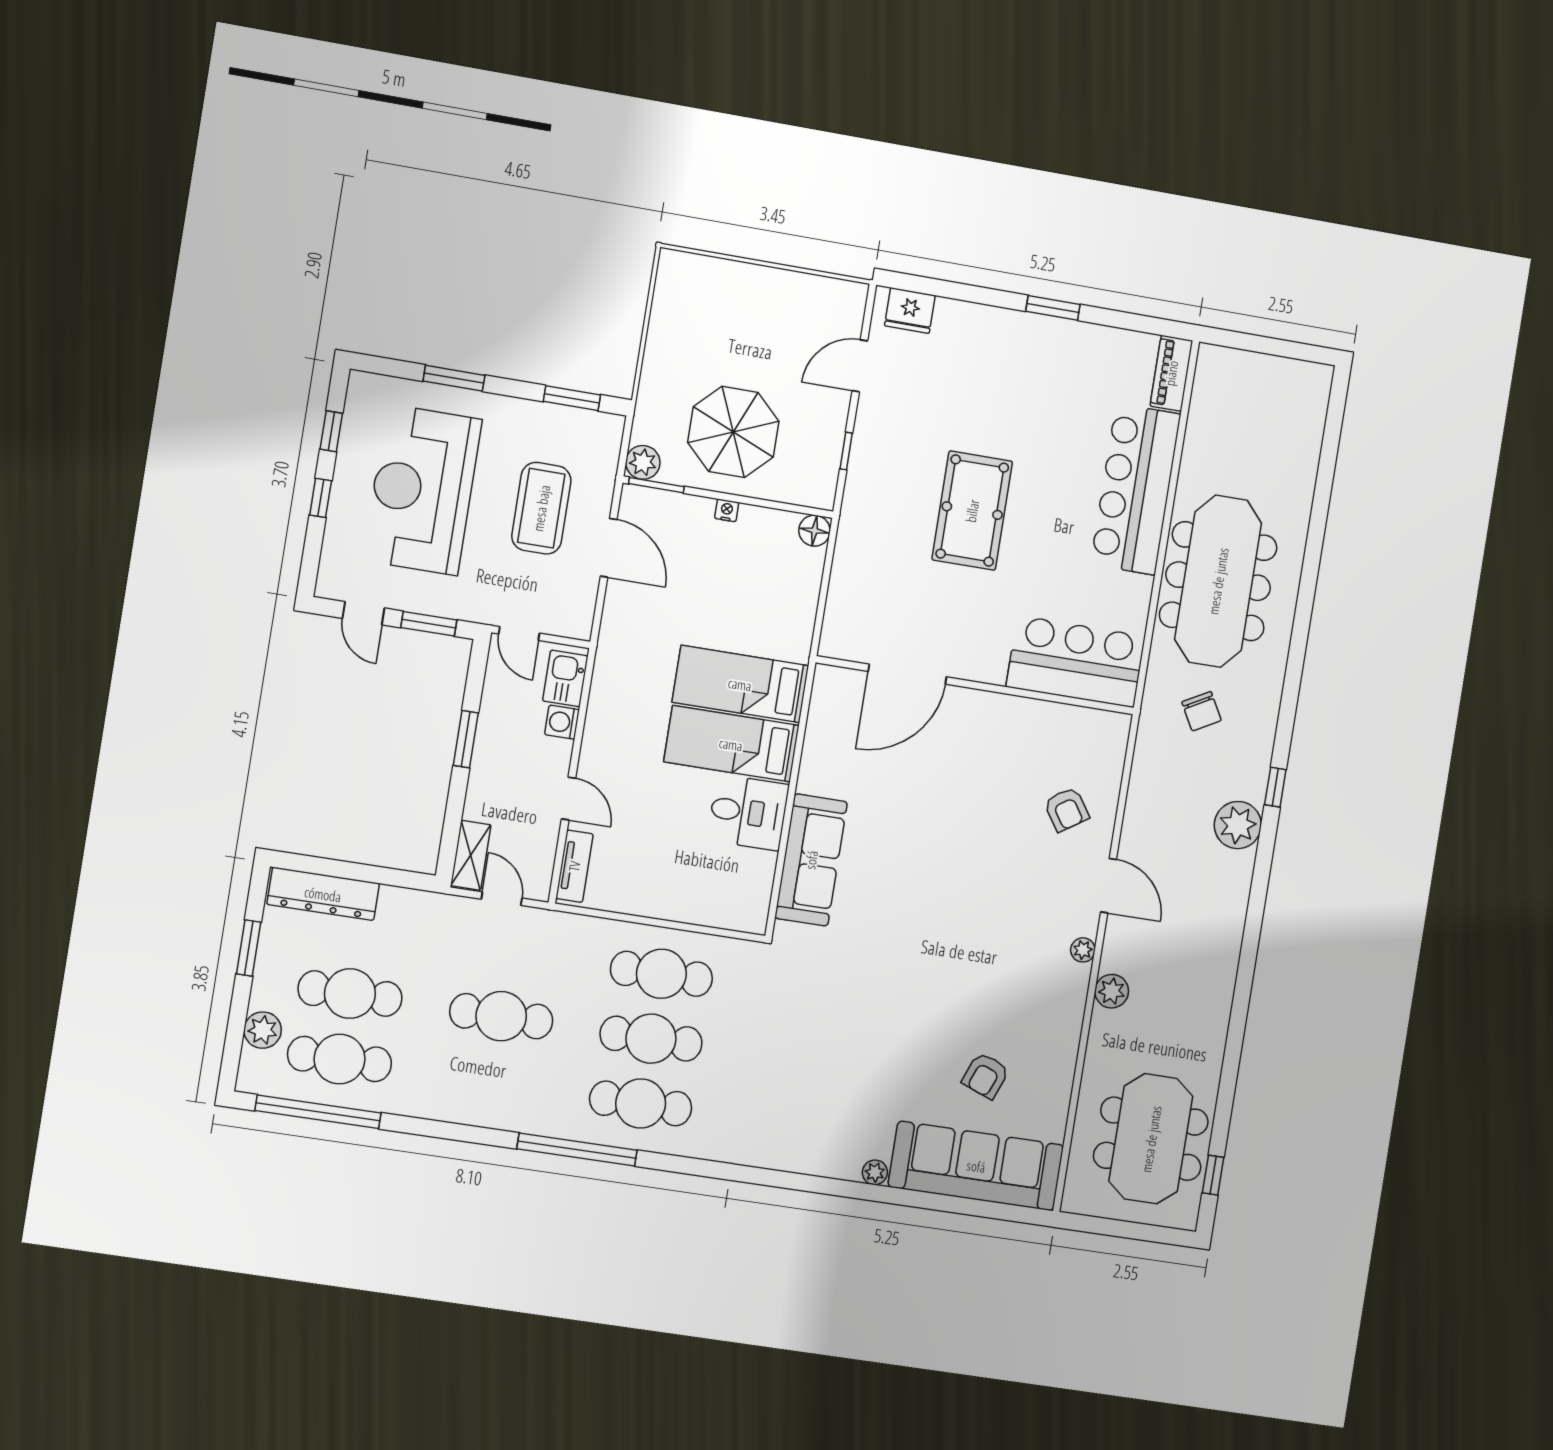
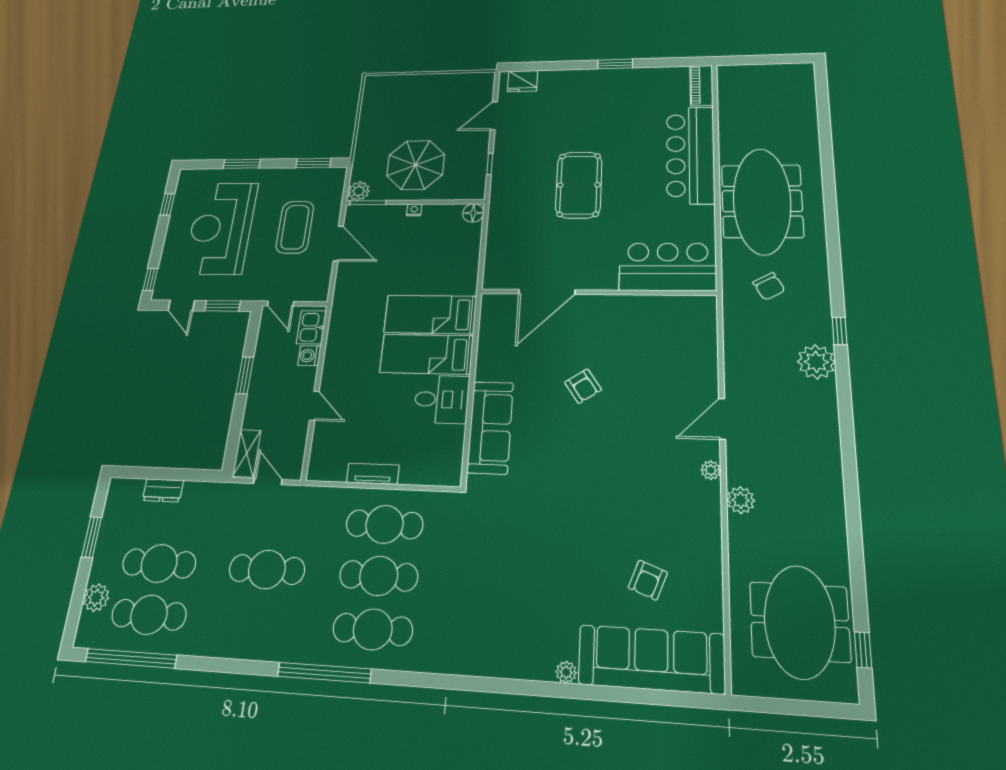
window: (321, 498) -> (150, 279), moved
armchair: (1067, 809) -> (583, 386), moved
tv unit: (574, 866) -> (373, 474), moved, turned -90
door: (1108, 886) -> (722, 419), swing flipped
dresser: (323, 894) -> (163, 490), width x0.51, depth x0.80

